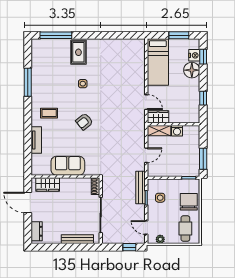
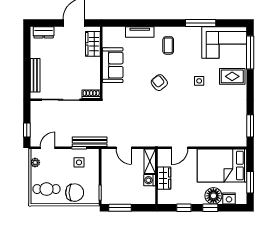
window: (126, 35) -> (250, 126), added
window: (203, 57) -> (210, 208), moved
corner sofa: (46, 60) -> (224, 42), added
bed: (158, 62) -> (222, 166), width x1.50
wardrobe: (158, 117) -> (164, 178), moved

